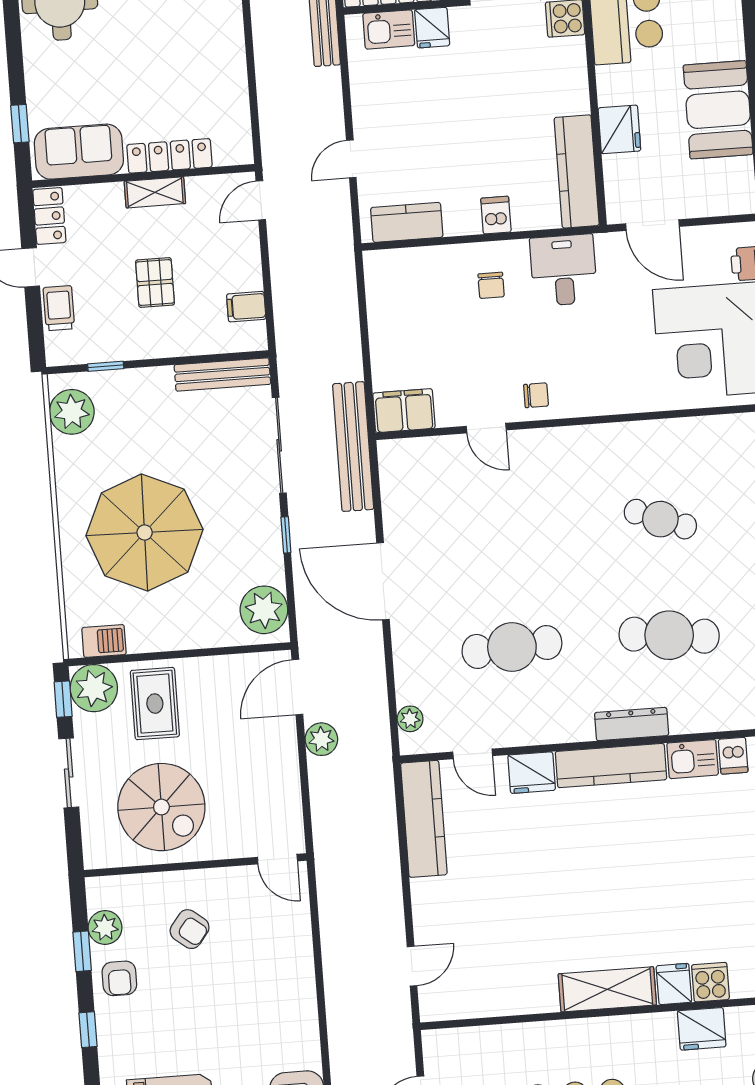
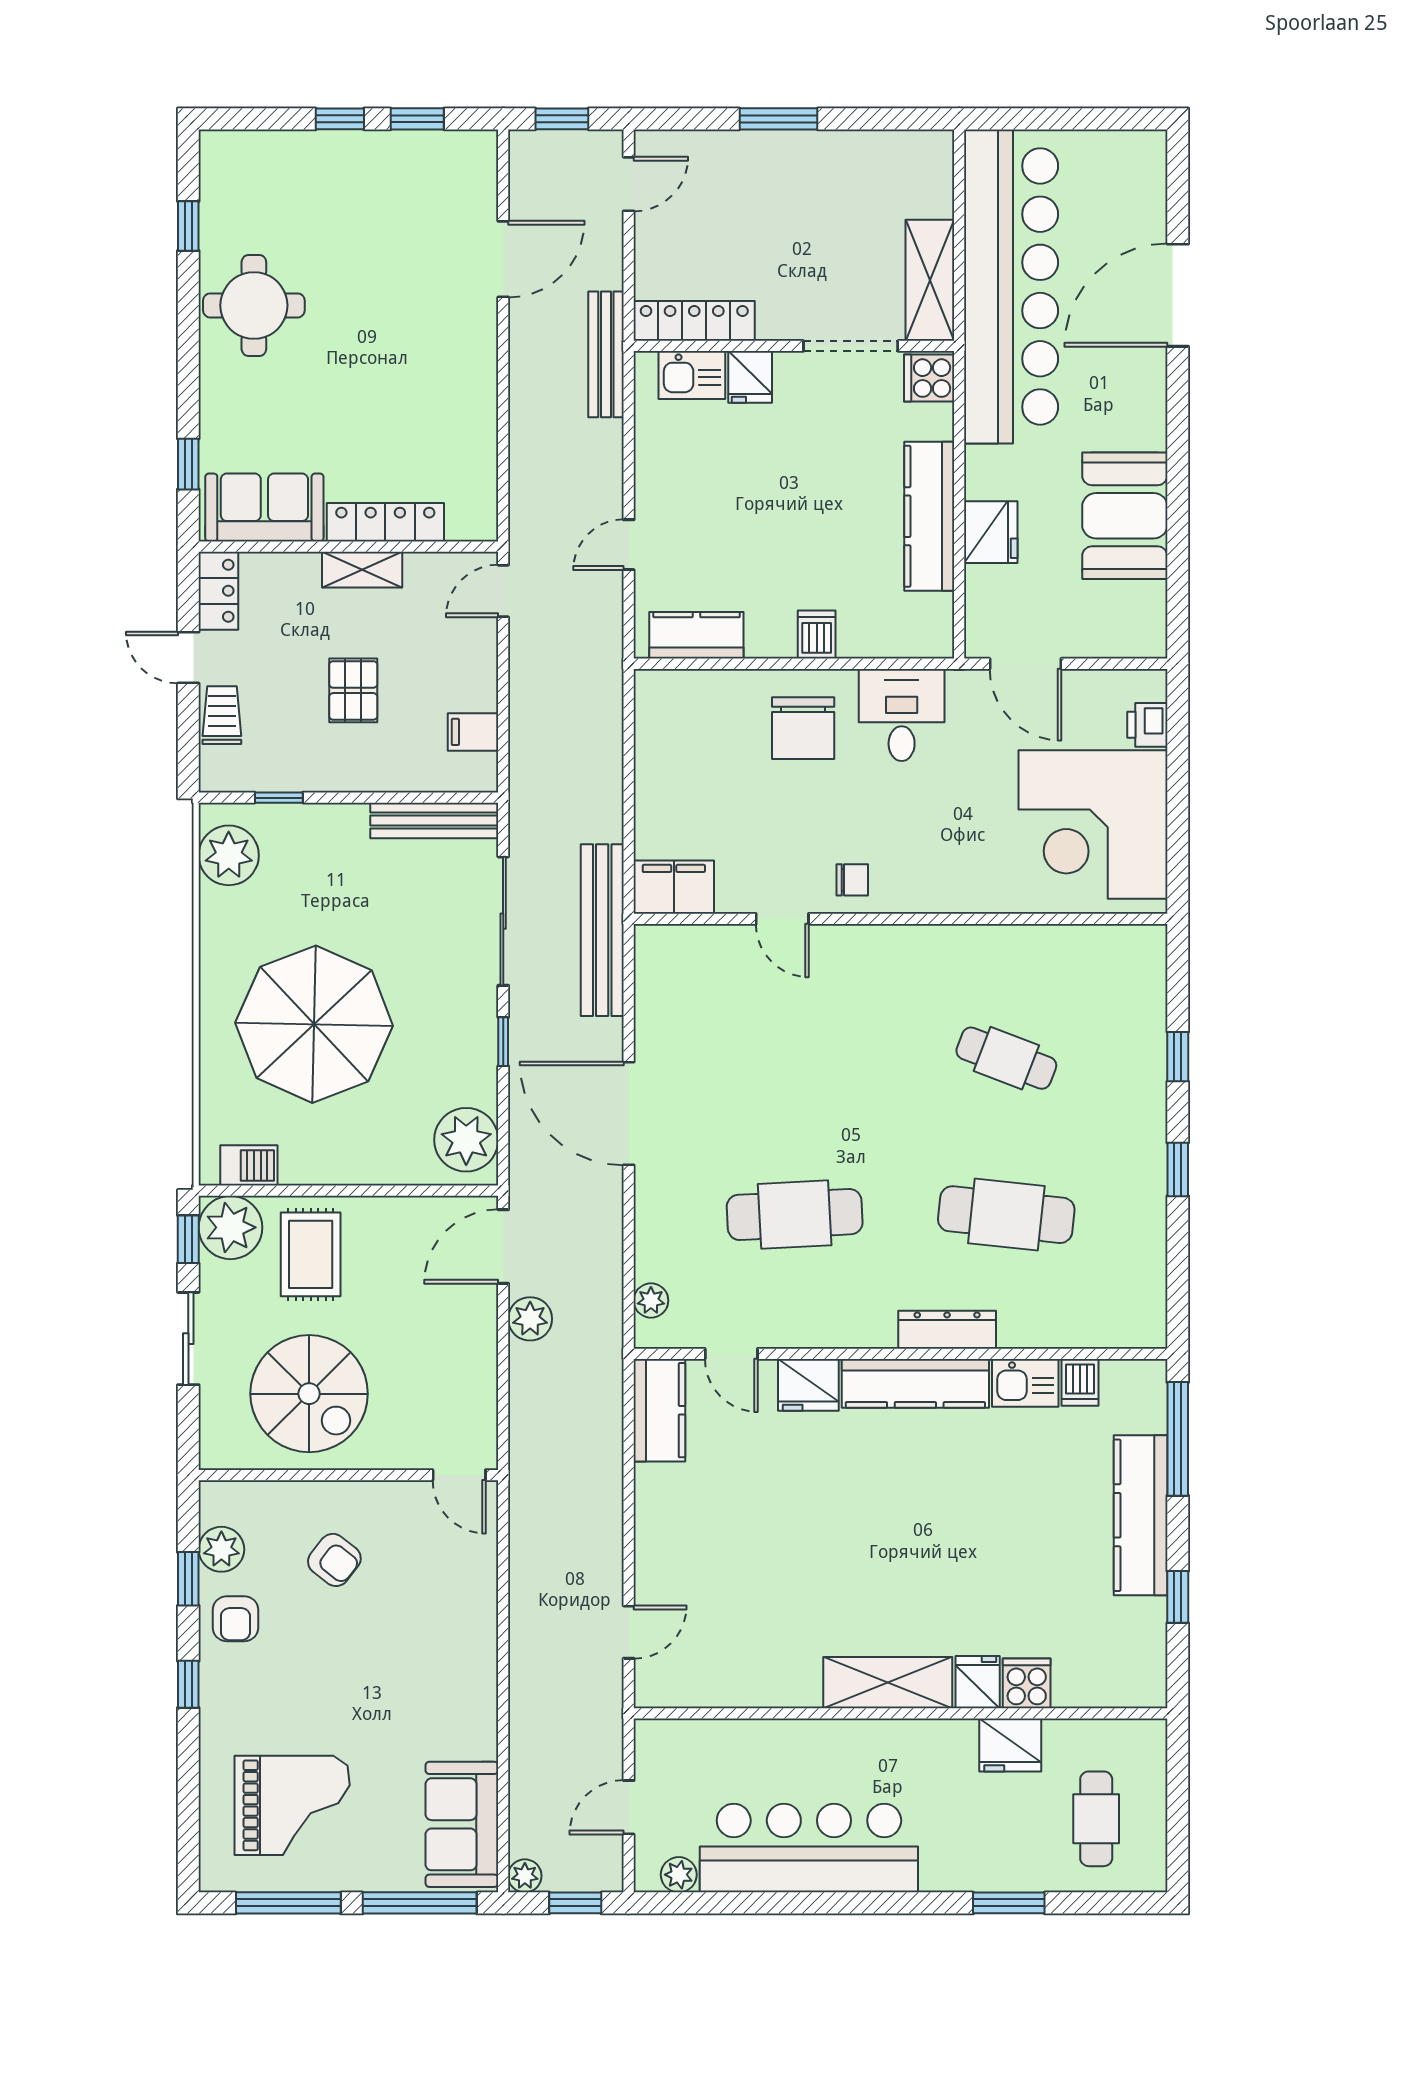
kitchen counter: (577, 171) -> (929, 516), moved
chair: (491, 285) -> (803, 728), width x1.87, depth x1.87
kitchen counter: (424, 819) -> (659, 1410), width x0.67

